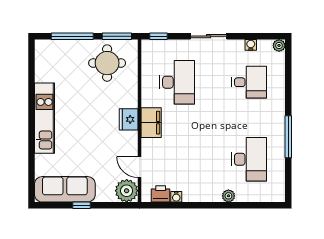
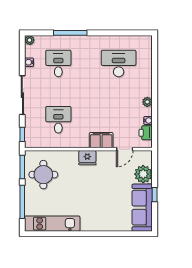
sliding door: (209, 36) -> (22, 95), width x1.37
desk: (177, 82) -> (58, 120), width x0.73
kitchen unit: (45, 118) -> (52, 224), moved
filing cabinet: (151, 123) -> (101, 140), moved
window: (288, 137) -> (70, 33), moved
plant: (127, 191) -> (143, 174), moved
plant: (228, 196) -> (147, 102), moved

